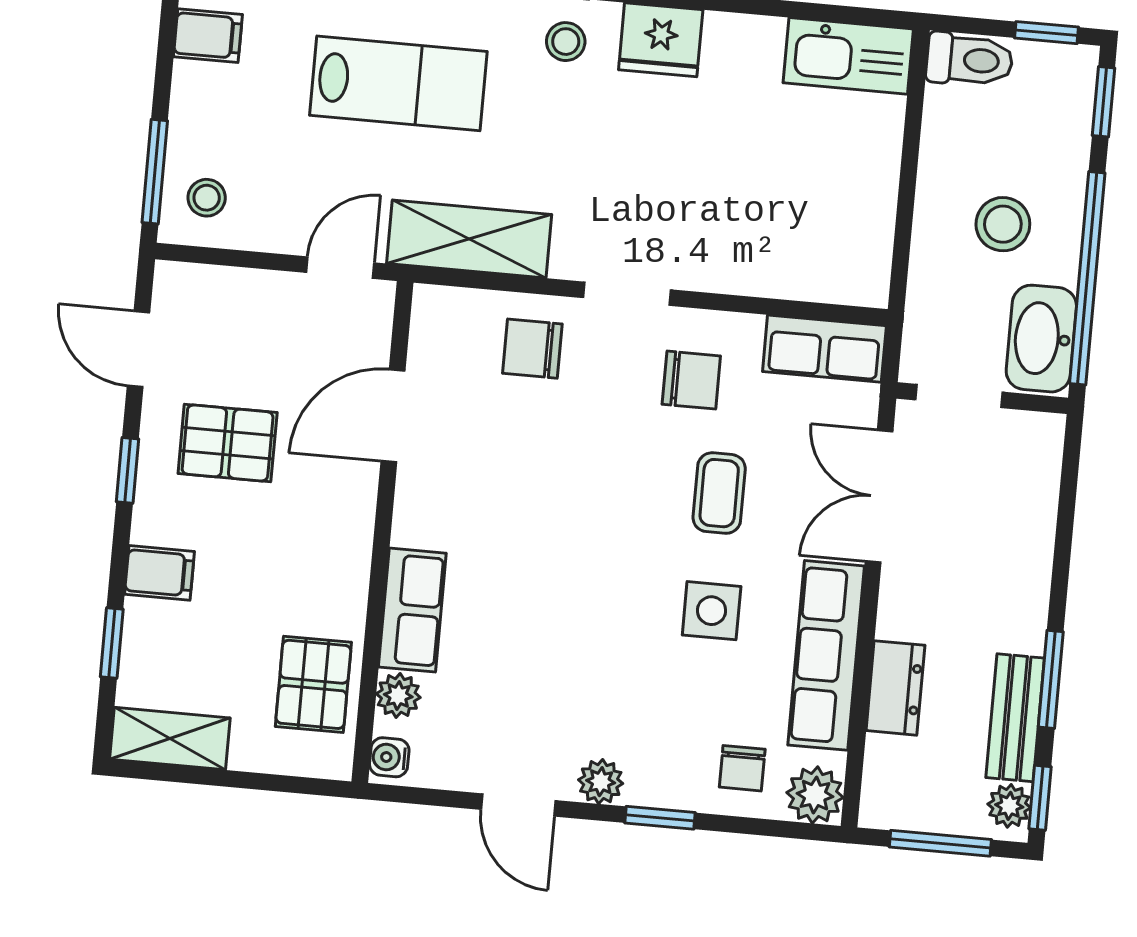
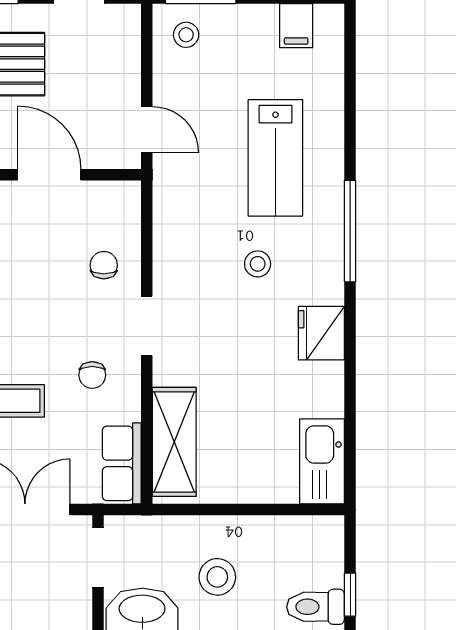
stool: (566, 42) -> (258, 264), moved
toilet: (970, 60) -> (316, 607), moved, turned 90
shelving: (469, 239) -> (174, 442), moved
chair: (532, 349) -> (104, 265), width x0.73, depth x0.73
chair: (691, 380) -> (92, 375), width x0.73, depth x0.73

